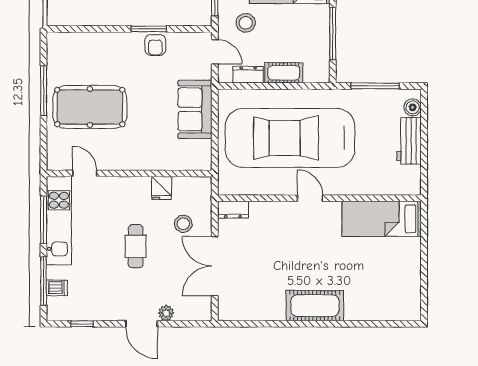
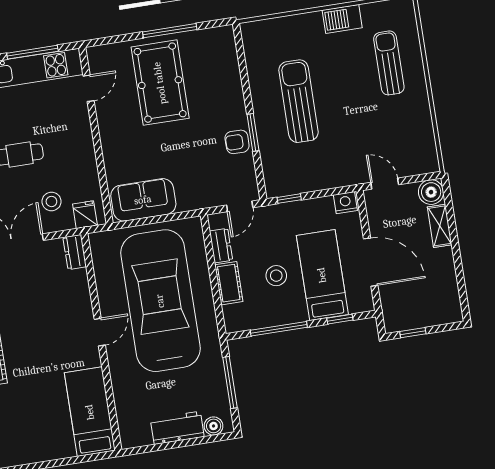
stool: (246, 23) -> (276, 276), moved
sofa: (195, 109) -> (143, 200), moved
fridge: (161, 188) -> (85, 215), moved, turned 90

